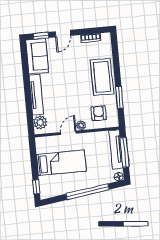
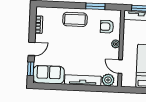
door: (63, 34) -> (32, 49), hinge flipped
coffee table: (102, 77) -> (75, 19), width x0.73, depth x0.76
door: (68, 133) -> (120, 67), moved

